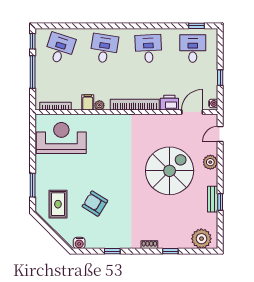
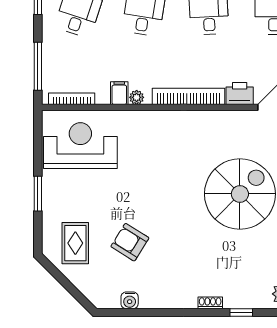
window: (33, 72) -> (38, 66), moved
window: (33, 185) -> (38, 194), moved
water cooler: (79, 243) -> (130, 300), moved
window: (112, 251) -> (155, 312), removed

